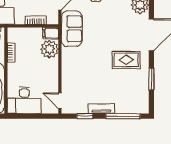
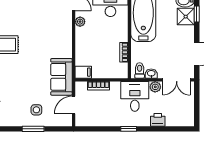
plant: (49, 49) -> (80, 22), moved, width x0.53, depth x0.53

